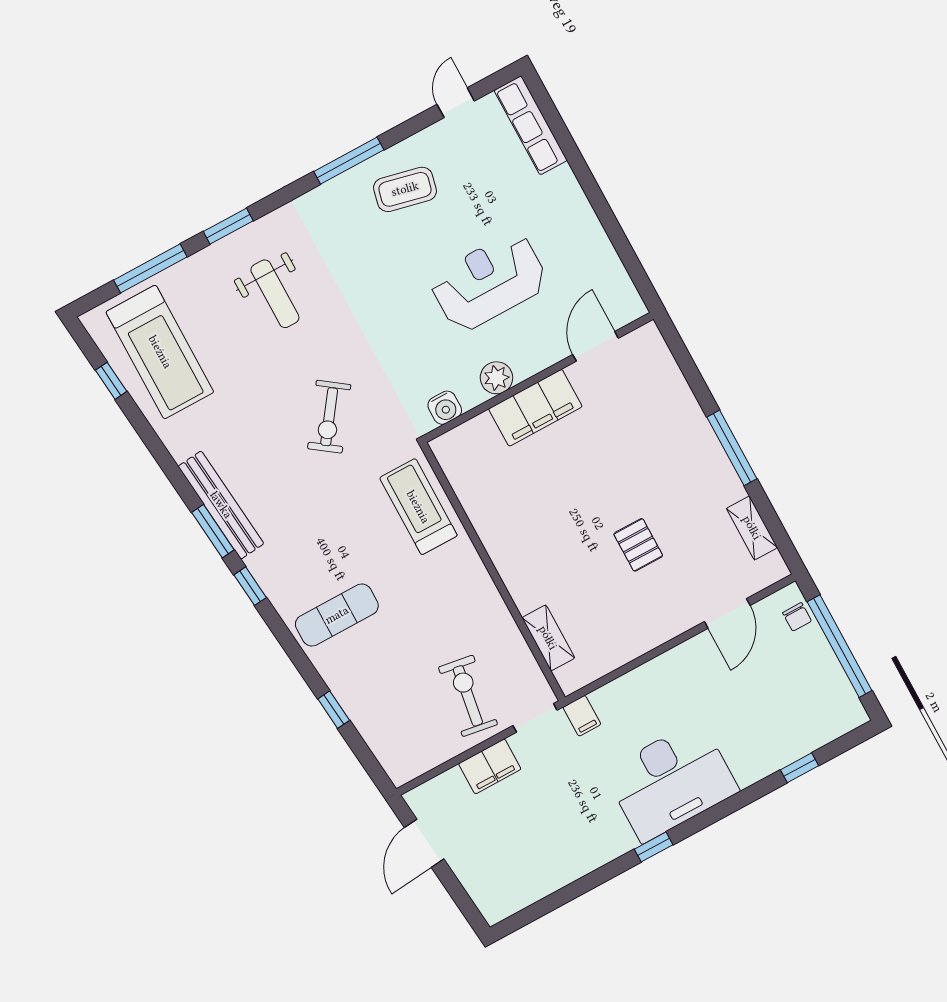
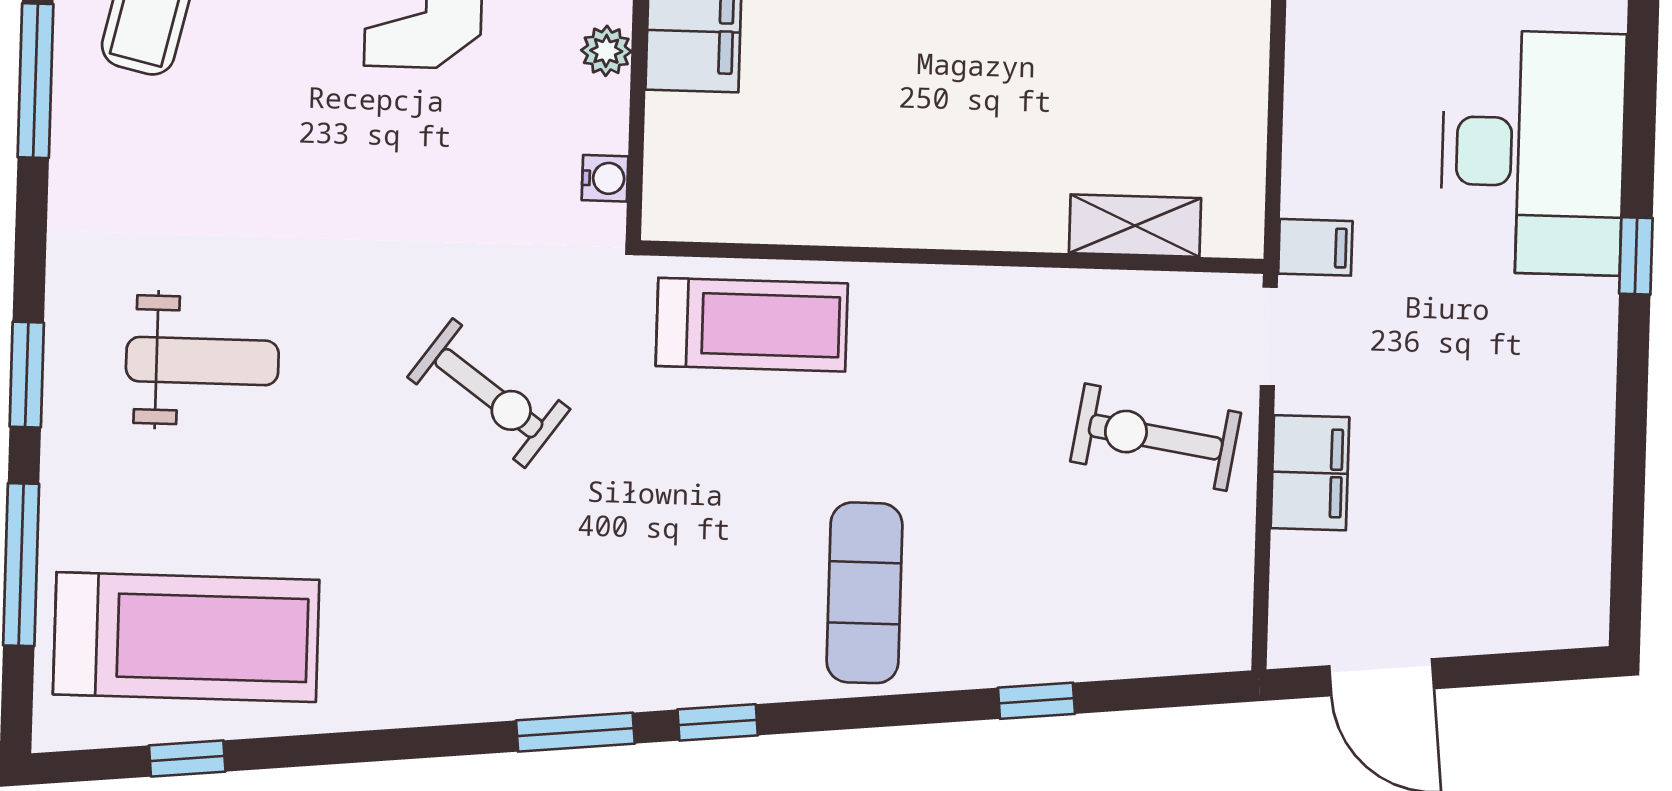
plant: (496, 378) -> (606, 51), width x0.73, depth x0.73
water cooler: (445, 408) -> (605, 178), width x0.72, depth x0.72
bench: (221, 505) -> (536, 689), removed
treadmill: (418, 507) -> (752, 325), turned 180

